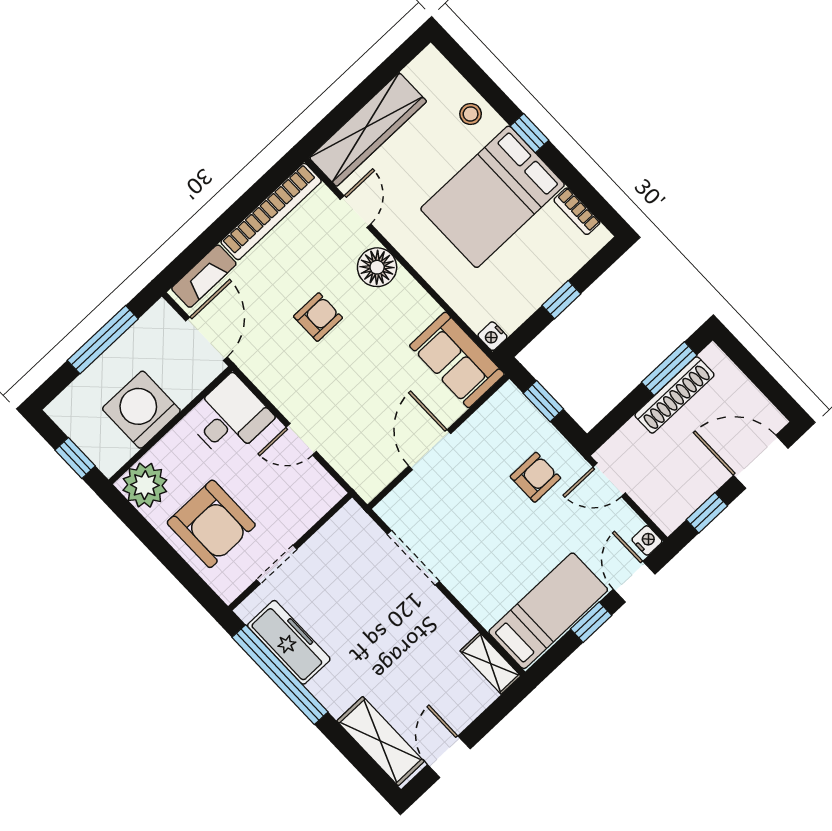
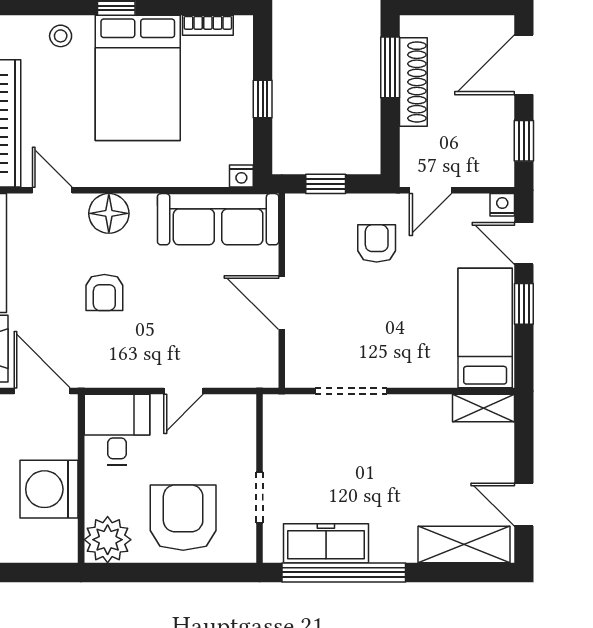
armchair: (318, 317) -> (104, 292), turned 180
sofa: (457, 360) -> (218, 219), width x1.36
window: (75, 458) -> (38, 572), removed
armchair: (211, 524) -> (183, 518), turned -90

